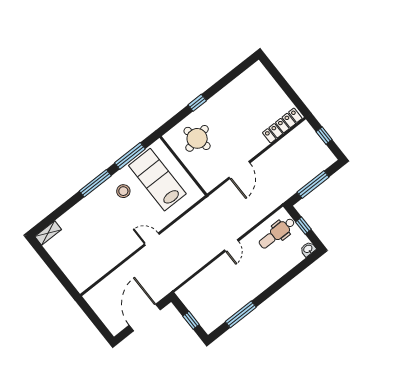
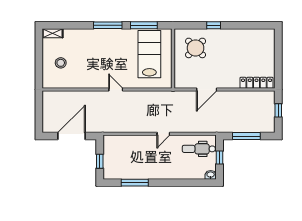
round table: (197, 138) -> (196, 48), turned -32
stool: (123, 191) -> (61, 63), moved

